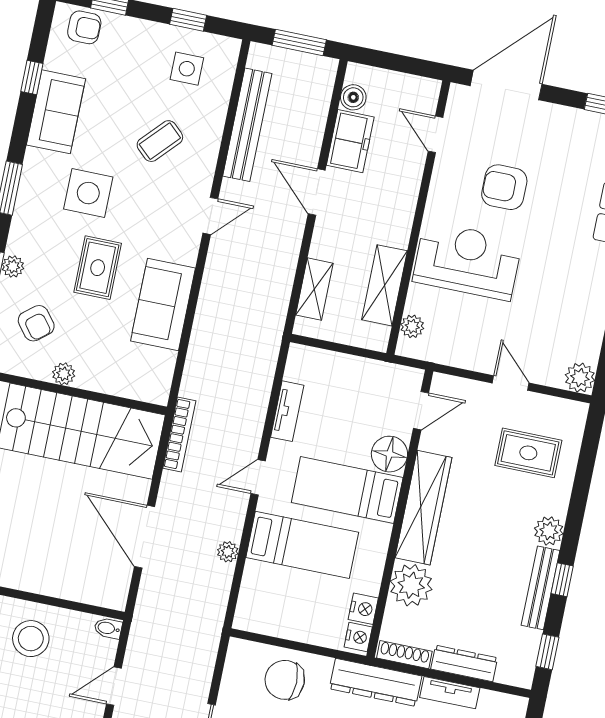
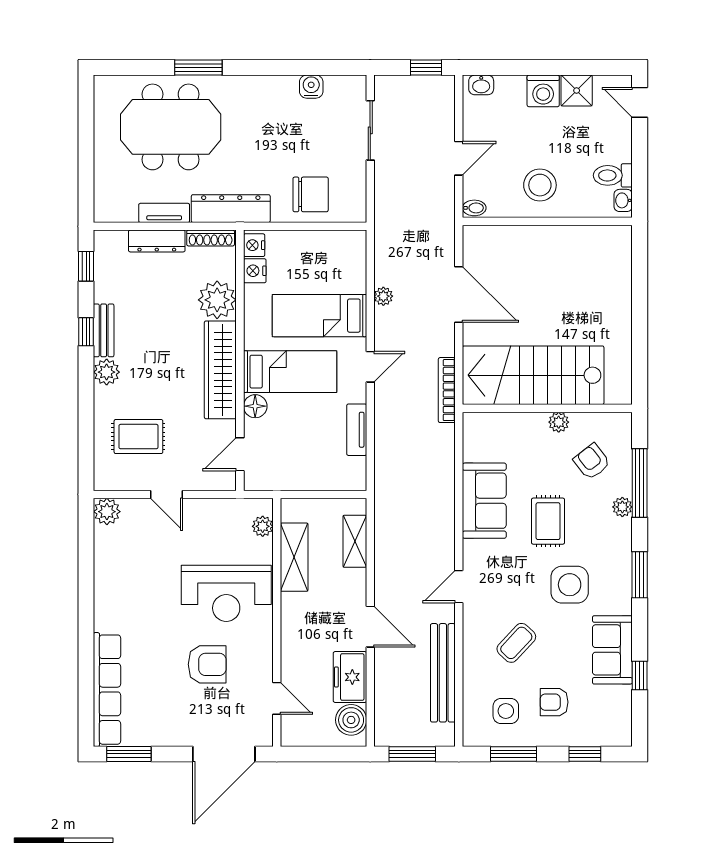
window: (188, 20) -> (513, 754), width x1.50
armchair: (84, 27) -> (554, 702), moved
boiler: (353, 97) -> (351, 720), width x1.36, depth x1.36
floor lamp: (389, 454) -> (255, 406), width x0.73, depth x0.73
bench: (540, 588) -> (104, 330), width x0.73

